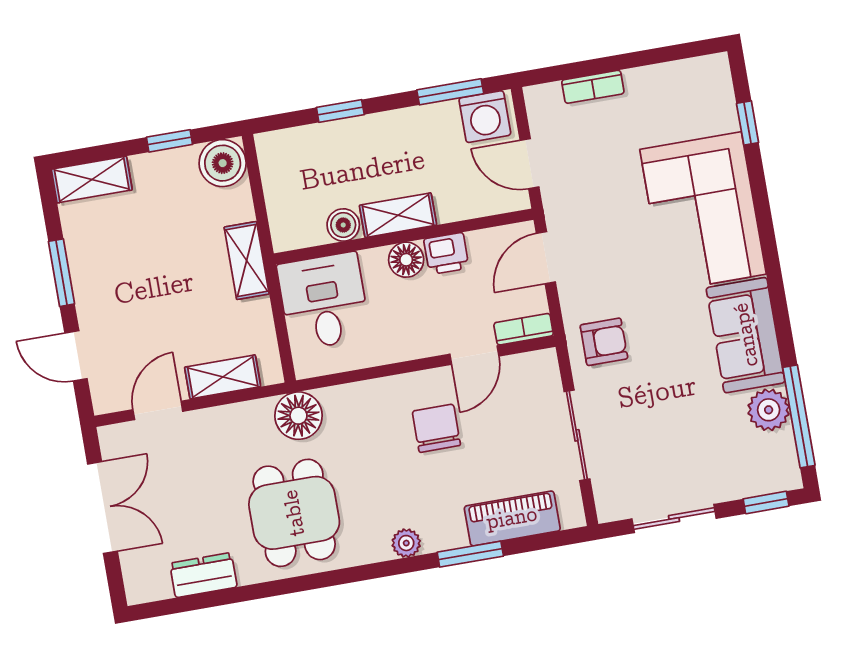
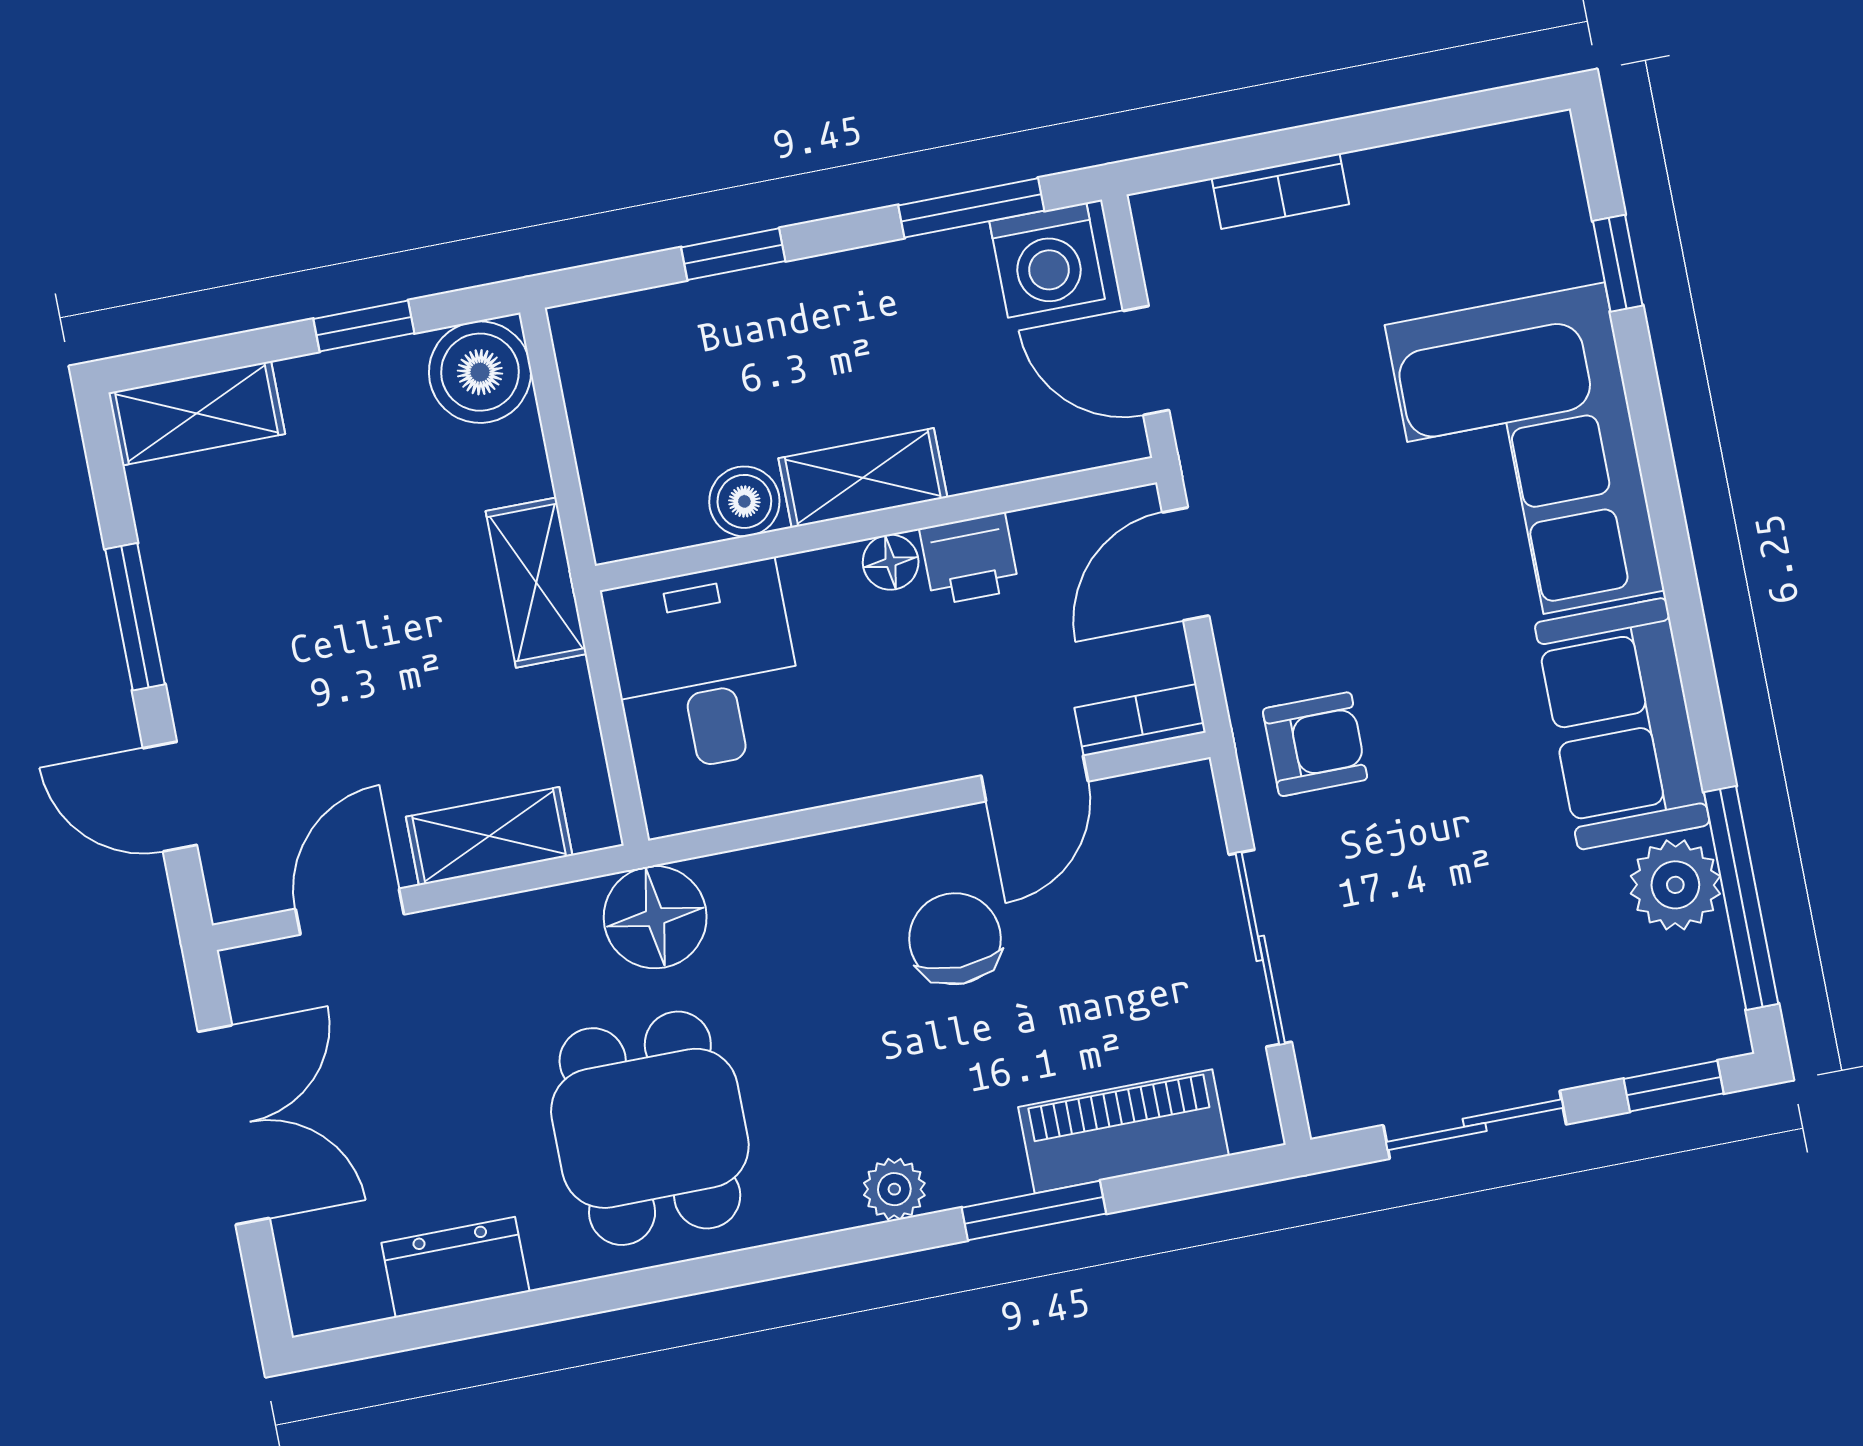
floor lamp: (406, 260) -> (891, 562), width x0.73, depth x0.73

